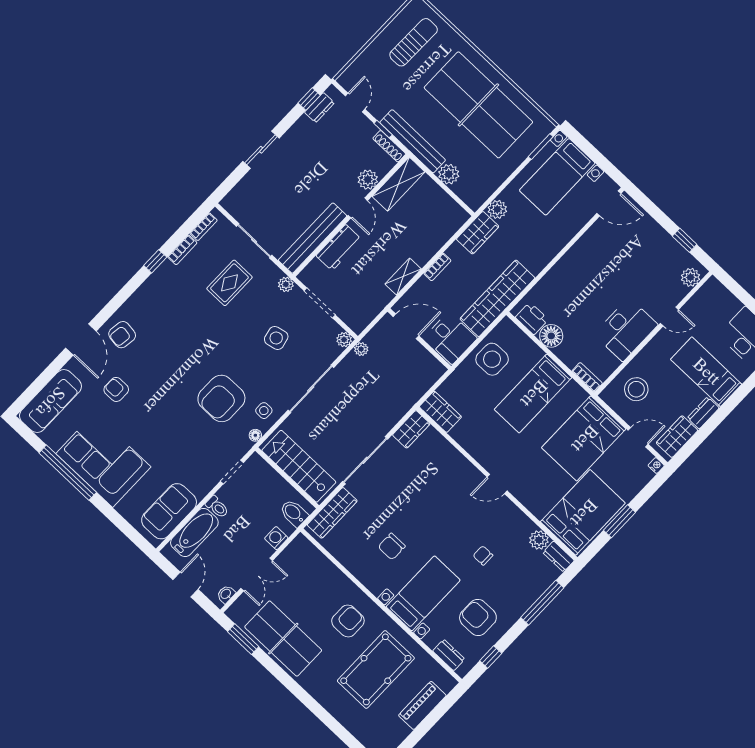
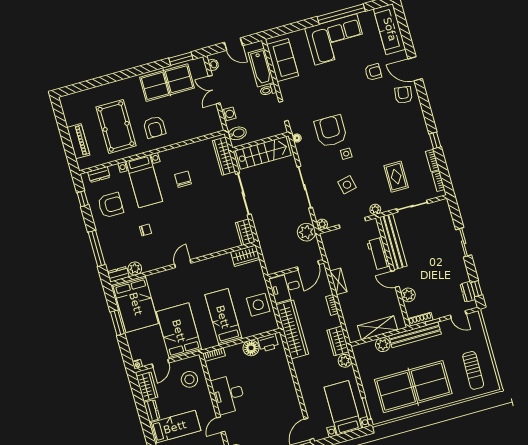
shelving: (398, 184) -> (378, 328), moved, turned 90
plant: (361, 349) -> (306, 232), width x1.87, depth x1.87
side table: (264, 411) -> (346, 154), moved

